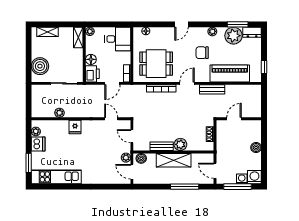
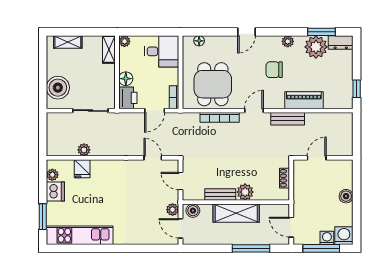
dining table: (156, 64) -> (213, 84), turned 90
piano: (230, 74) -> (304, 100), width x0.73, depth x0.75
fridge: (75, 127) -> (82, 169), moved

